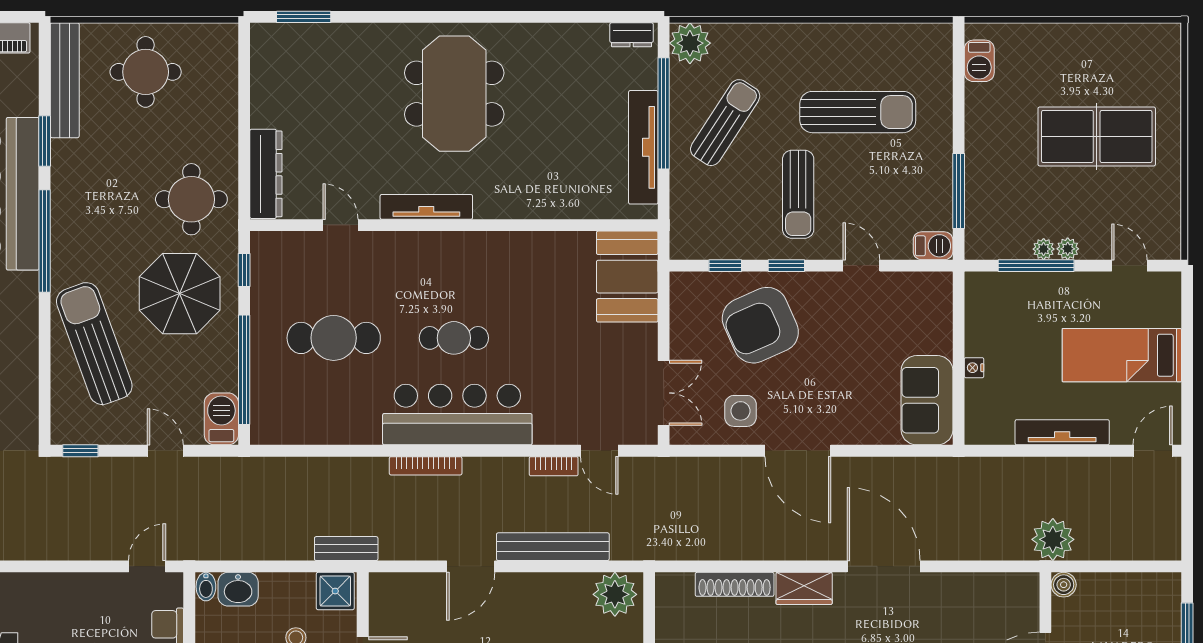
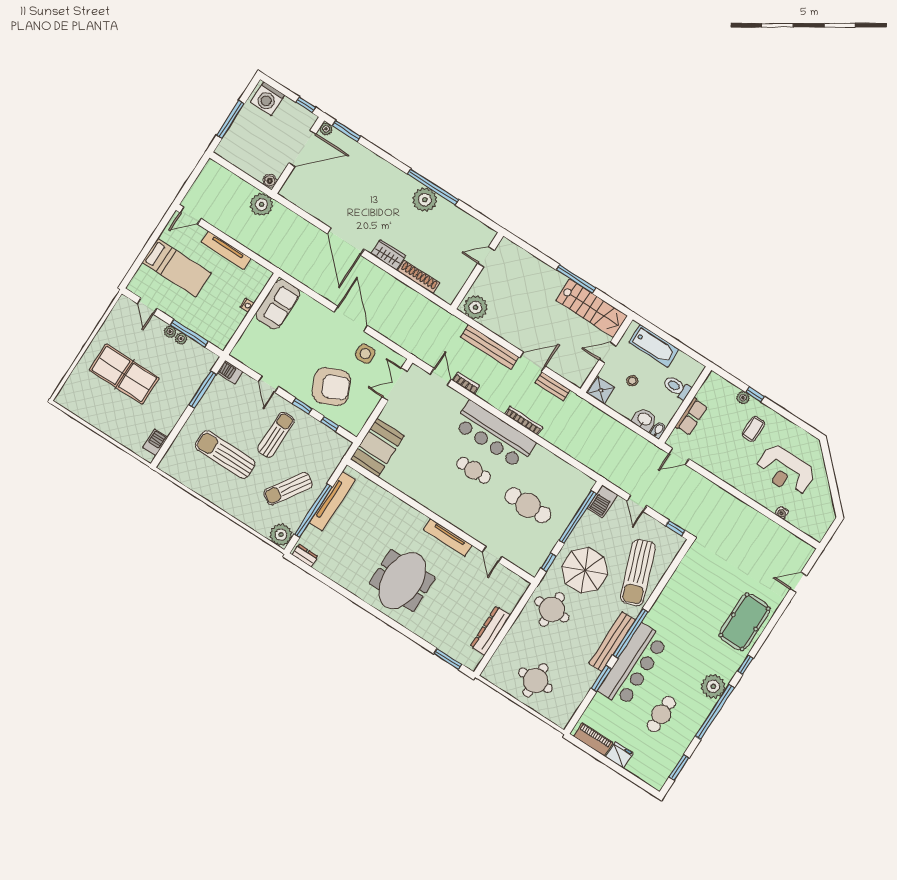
bench: (65, 80) -> (612, 642), moved
dresser: (266, 174) -> (490, 631), moved
bench: (346, 549) -> (553, 386), moved

